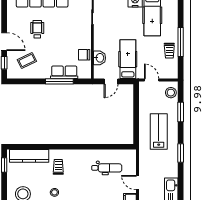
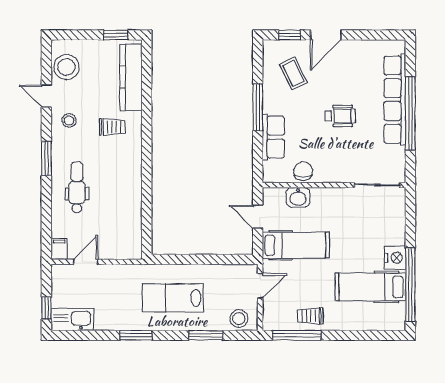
wheelchair: (37, 29) -> (340, 116), moved
window: (181, 42) -> (297, 335), moved
window: (59, 81) -> (258, 107), moved
lab bench: (159, 131) -> (173, 298), turned 180
dental chair: (107, 168) -> (77, 187), moved, turned 180

